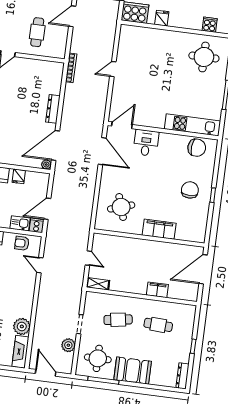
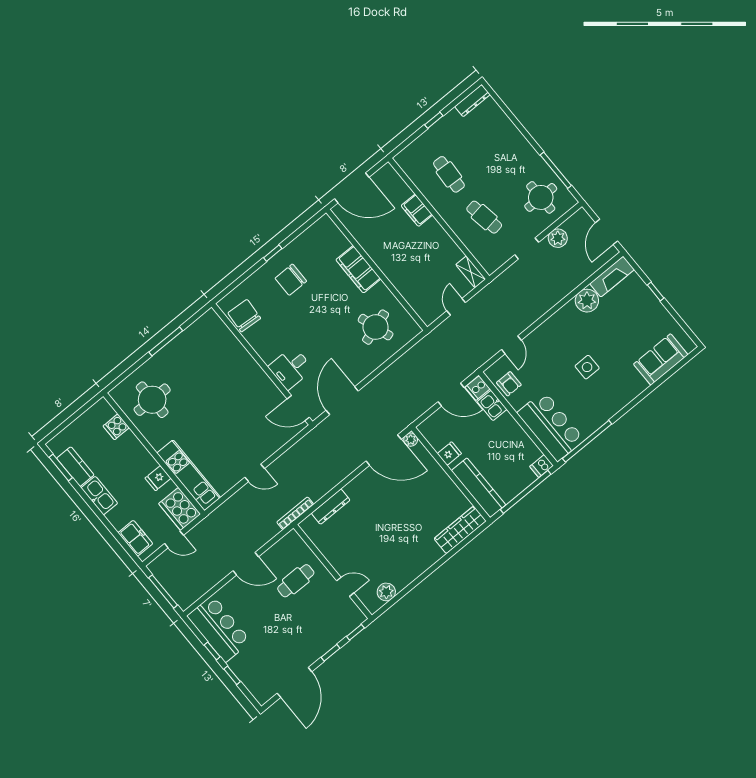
dresser: (53, 109) -> (331, 507), moved
kitchen unit: (192, 125) -> (189, 475), moved, turned 180
booth: (133, 371) -> (517, 153), removed

